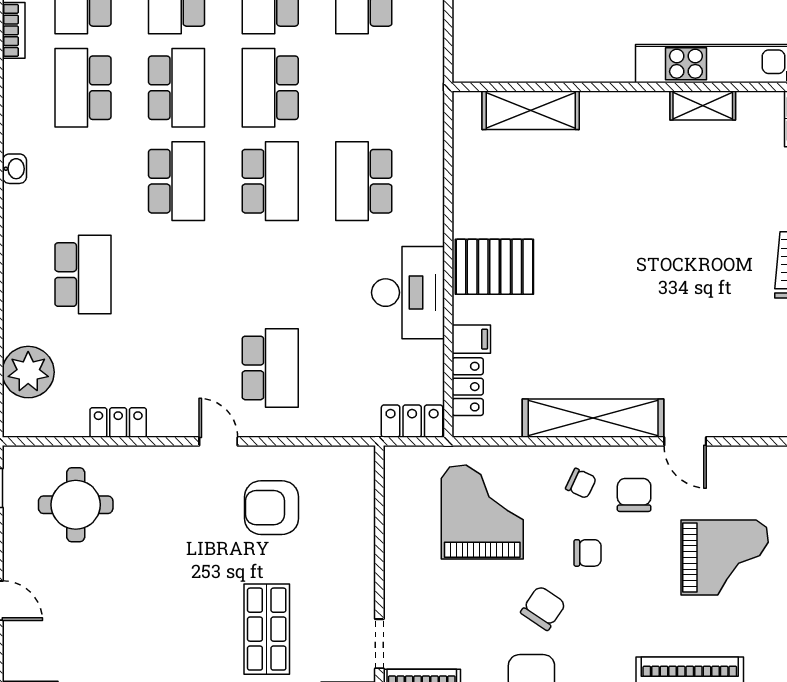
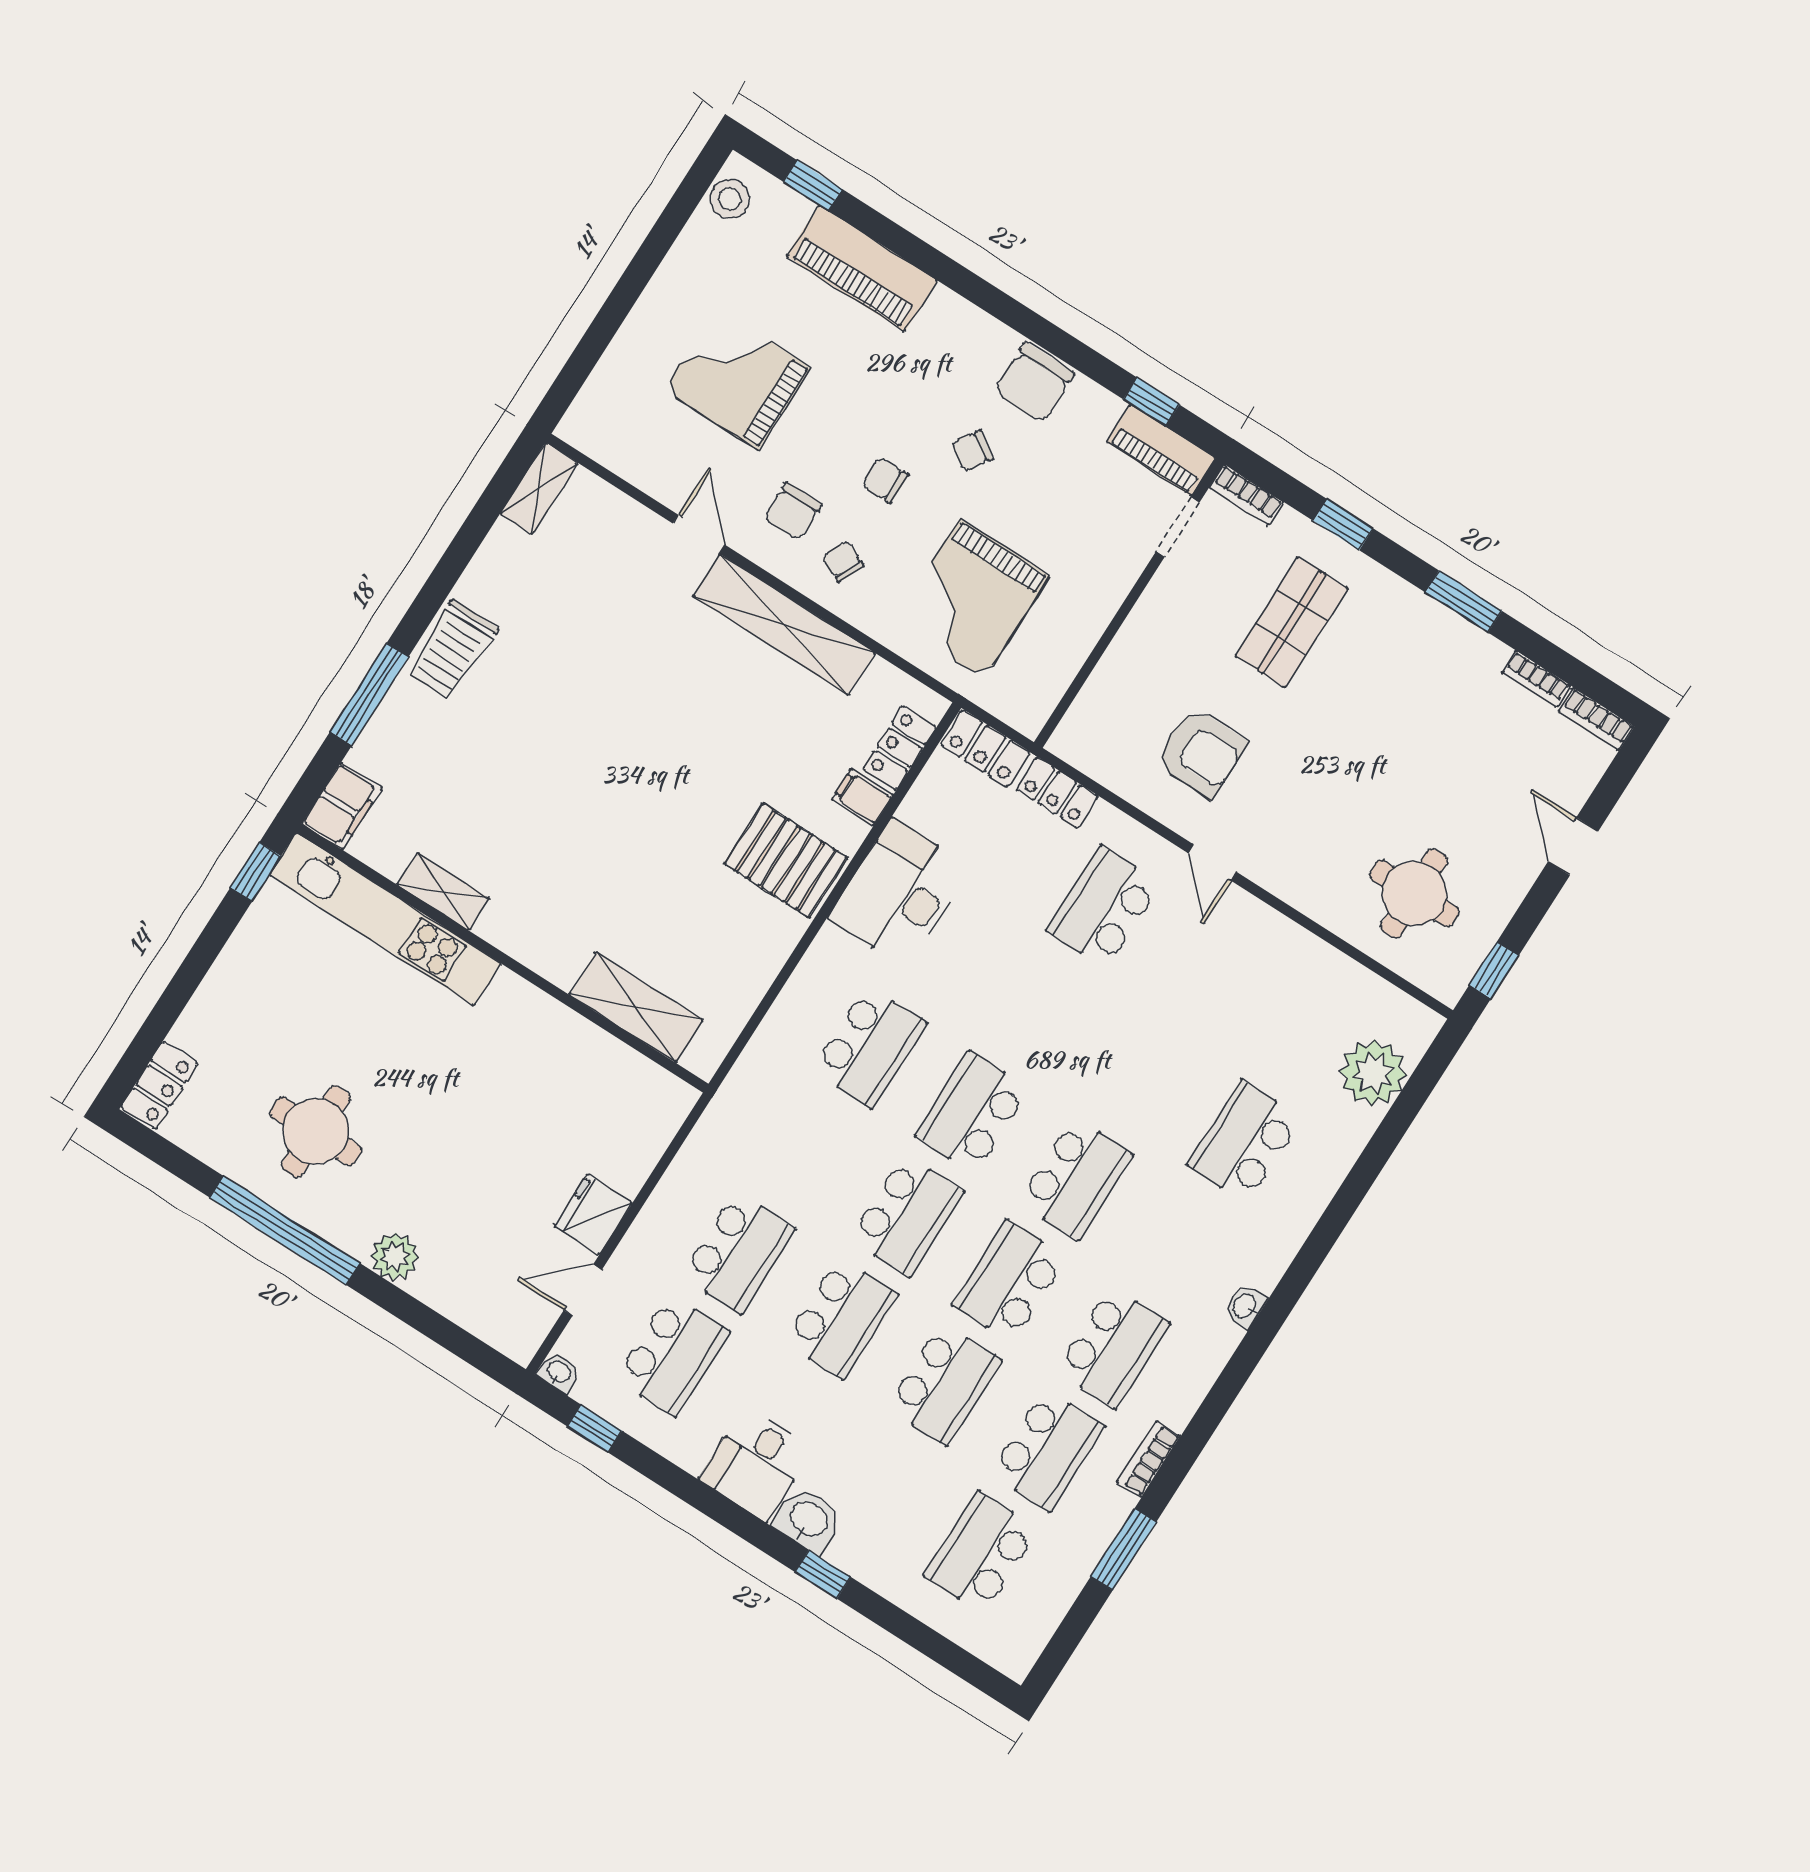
school desk: (177, 181) -> (1075, 1178), turned 180
locker: (118, 423) -> (1057, 793), moved
chair: (543, 608) -> (972, 451), width x0.73, depth x0.73

